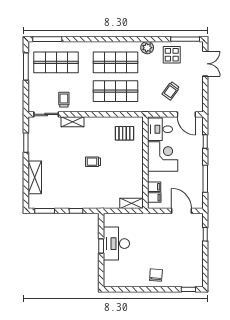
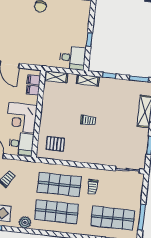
trolley: (64, 100) -> (92, 187), moved
shelving: (72, 122) -> (88, 80), moved
desk: (116, 244) -> (73, 58), moved, width x0.73

